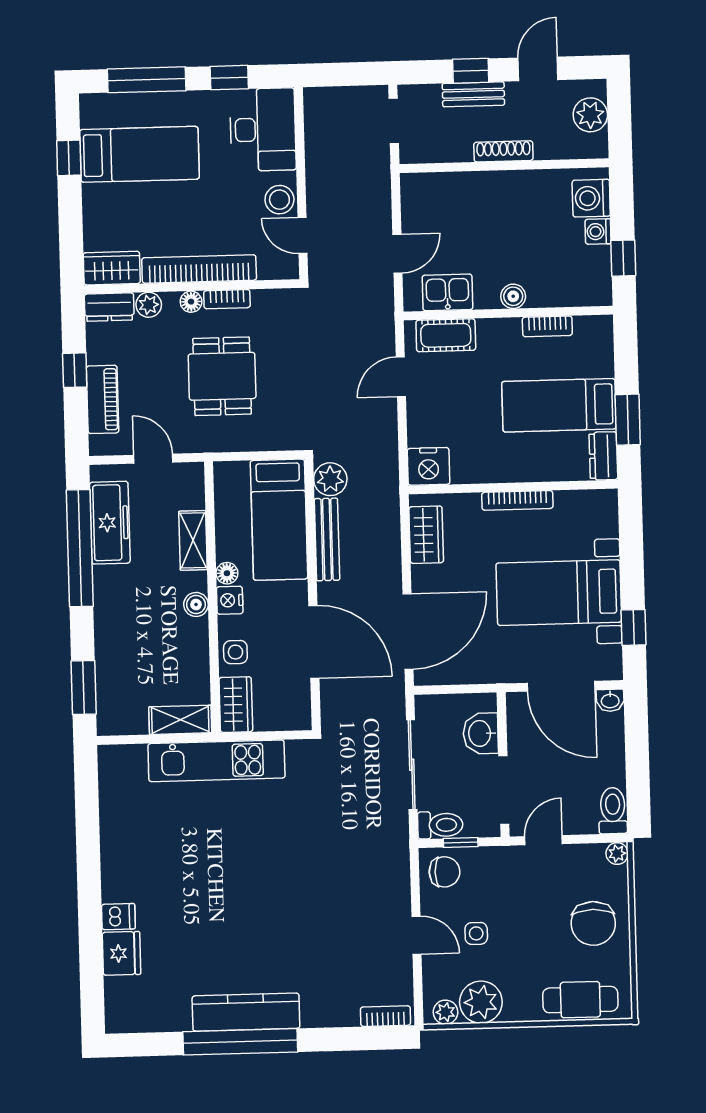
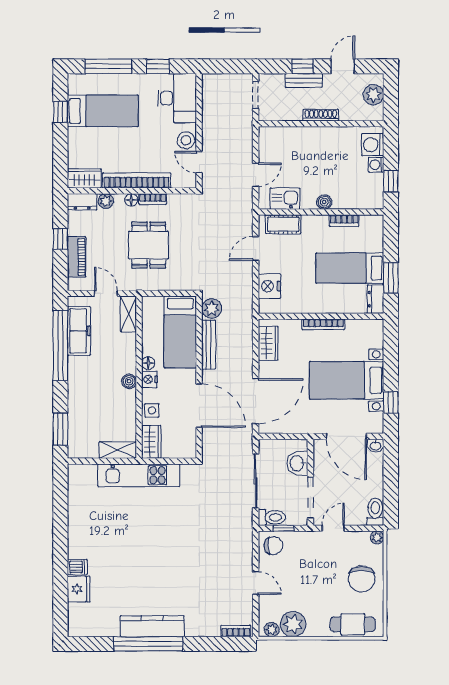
nightstand: (429, 466) -> (269, 286), moved, turned 90
shelving: (193, 540) -> (128, 314), moved
side table: (476, 933) -> (291, 583), removed

